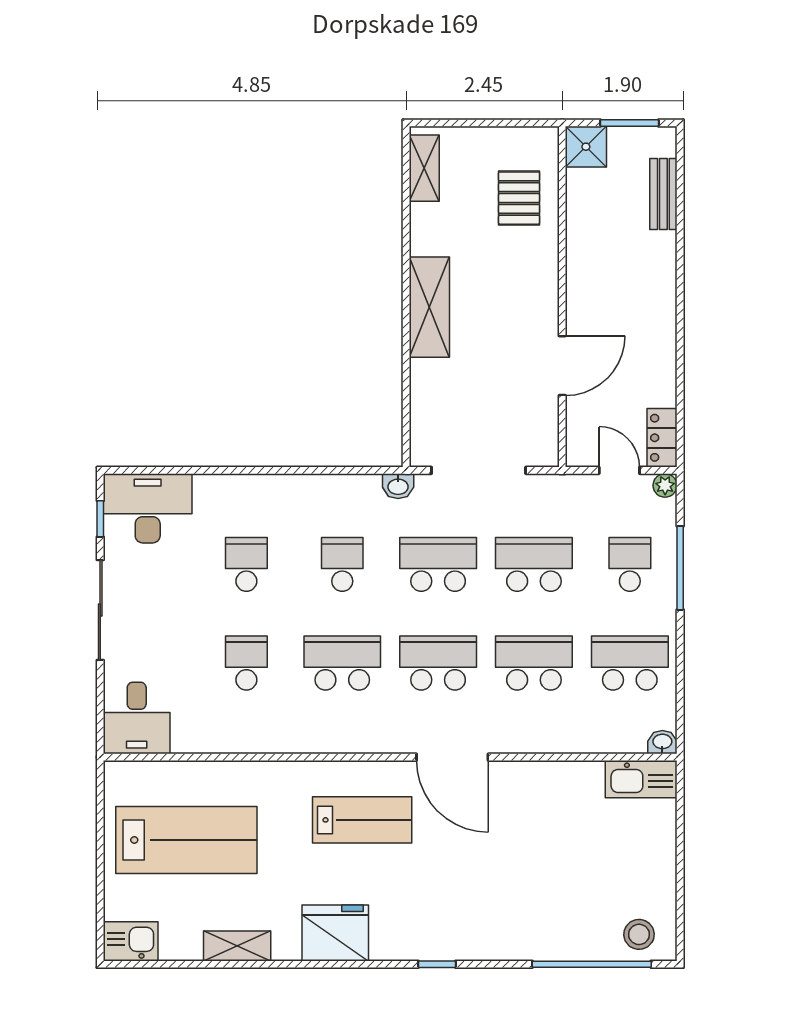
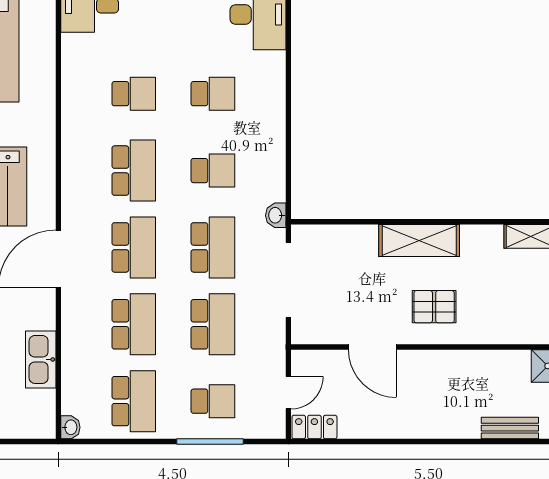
pallet: (519, 198) -> (434, 307), moved
plant: (665, 485) -> (276, 429), removed
kitchen sink: (641, 779) -> (41, 359), moved

